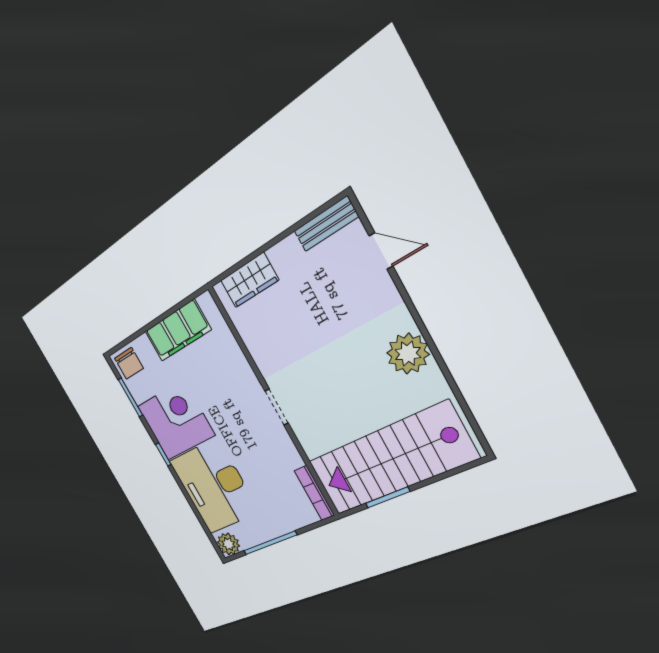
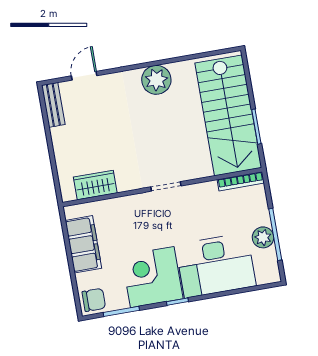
wardrobe: (249, 280) -> (95, 185), moved, turned -90
plant: (228, 544) -> (263, 237), moved

